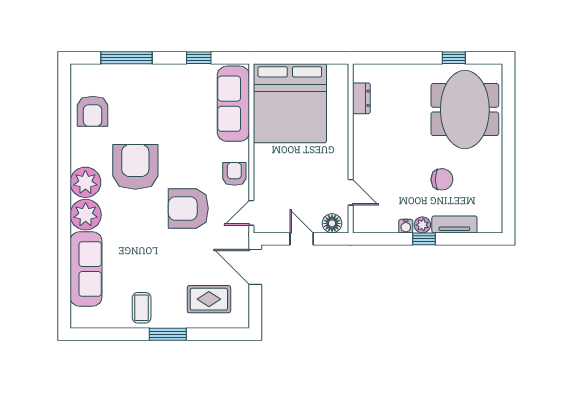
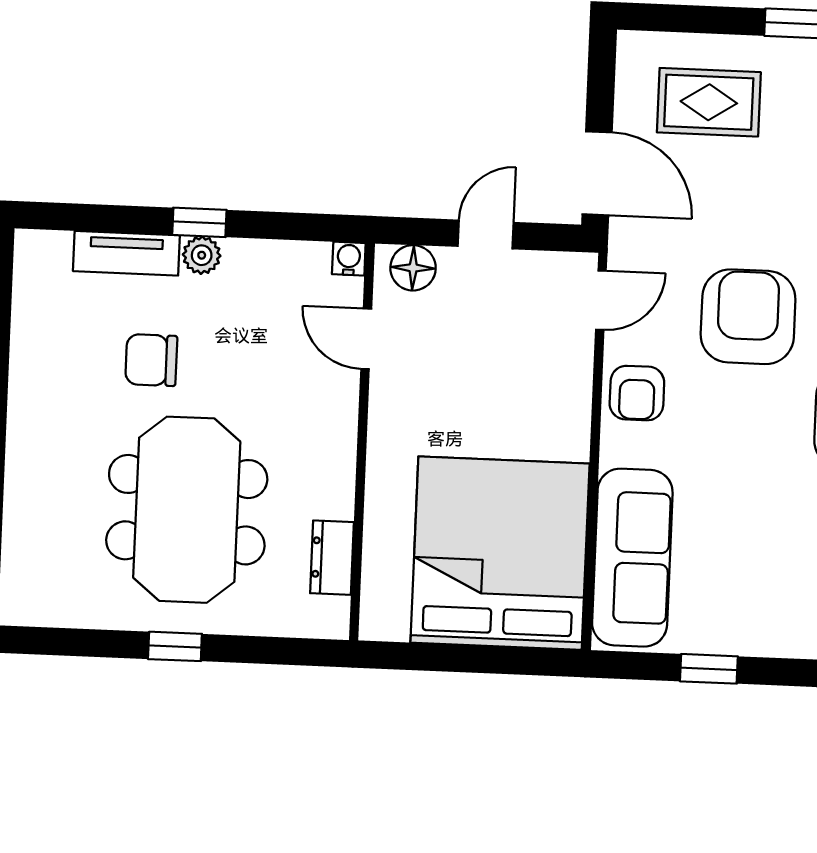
window: (454, 58) -> (175, 646), moved
meeting table: (465, 110) -> (187, 510), moved
armchair: (188, 208) -> (748, 317), turned -90
water cooler: (406, 226) -> (349, 259), moved
door: (302, 239) -> (486, 234), swing flipped

